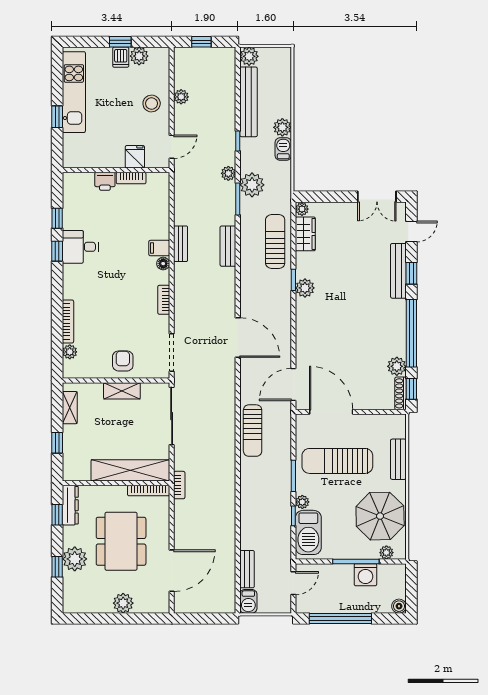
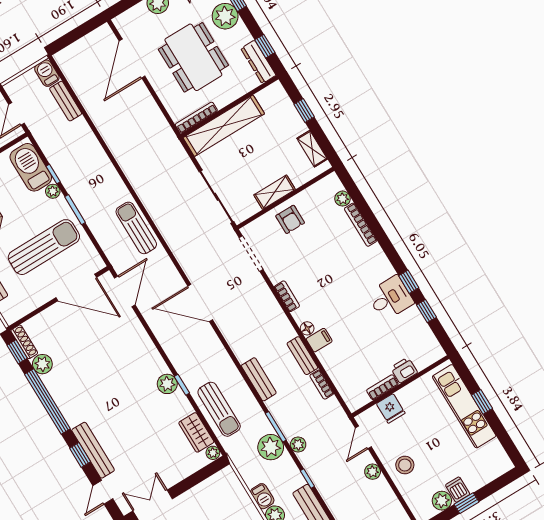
kitchen unit: (74, 92) -> (464, 406), moved
plant: (181, 97) -> (373, 472), moved
bookcase: (179, 485) -> (322, 385), moved

